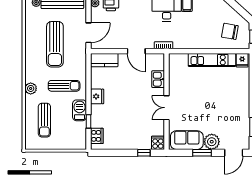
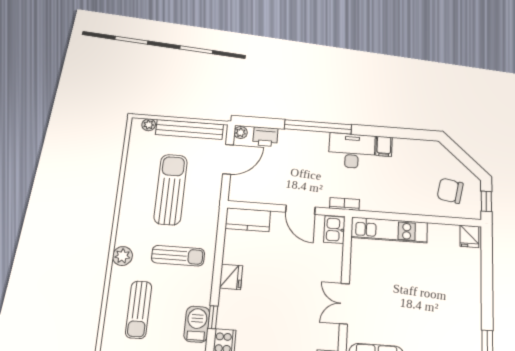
door: (89, 33) -> (228, 159), moved
sun lounger: (55, 44) -> (171, 189), turned 180
kitchen unit: (212, 60) -> (389, 230), moved
kitchen sink: (158, 79) -> (334, 230), moved
barbecue: (80, 110) -> (197, 324), moved

